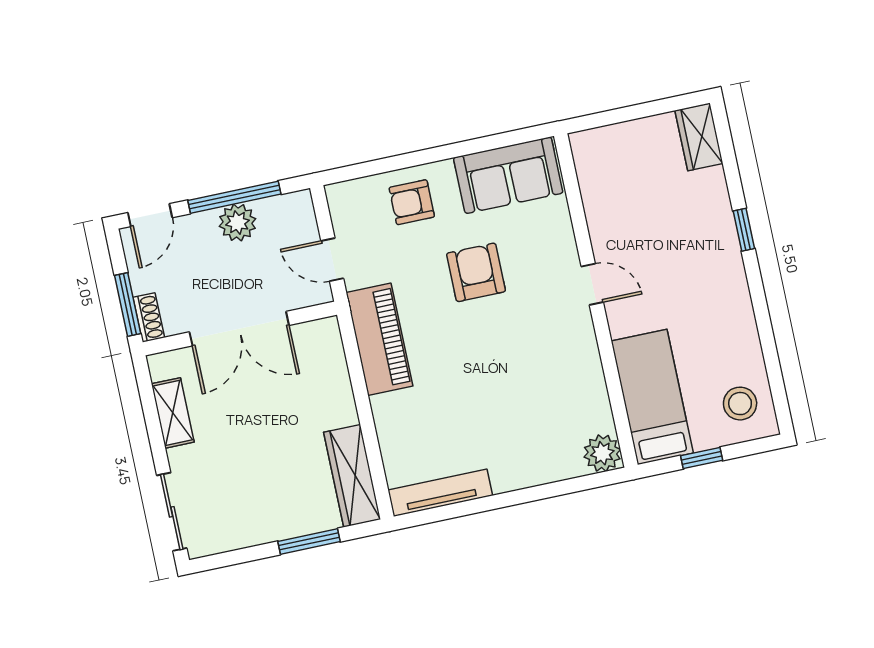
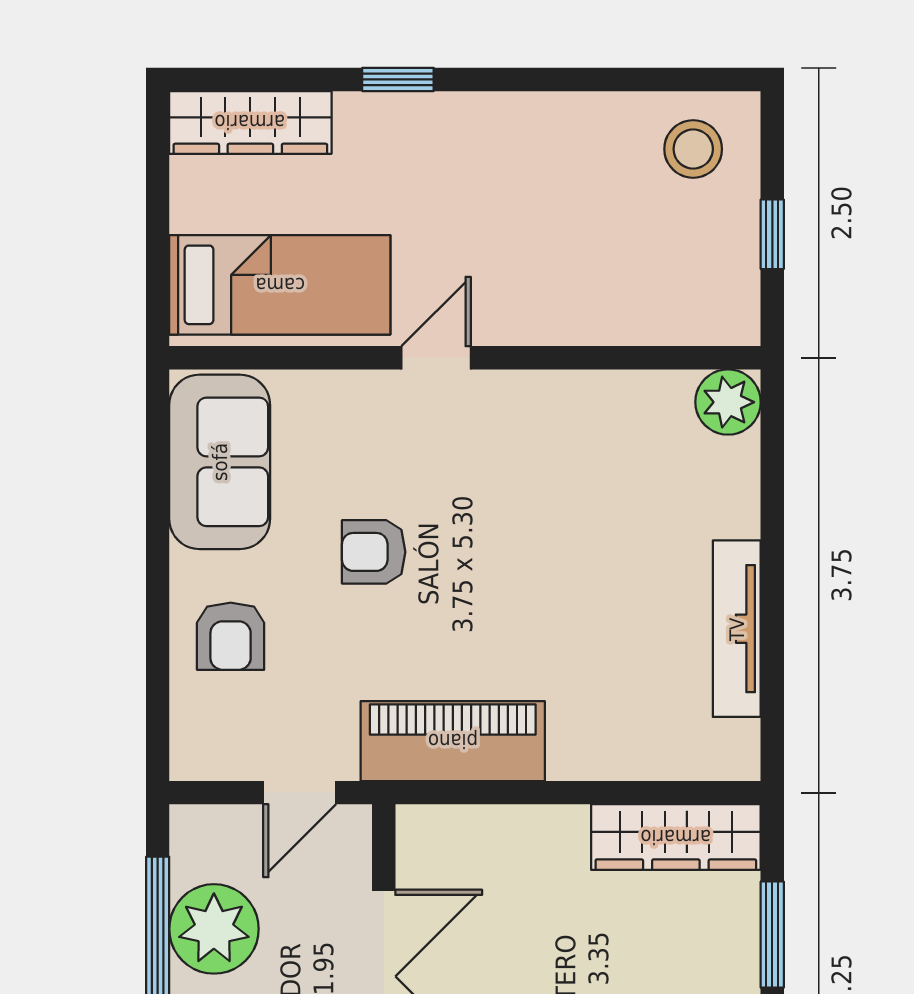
wardrobe: (699, 137) -> (250, 122), width x1.50
plant: (237, 223) -> (214, 929), width x1.36, depth x1.36
armchair: (476, 272) -> (374, 552), width x0.72, depth x0.72
bed: (652, 397) -> (280, 285), moved, turned 180
tv unit: (440, 493) -> (737, 629), moved

